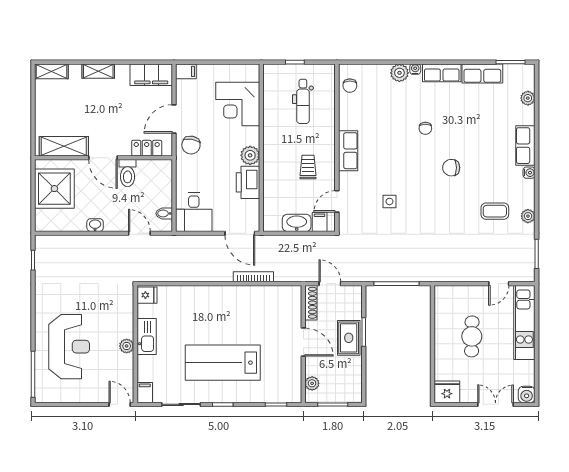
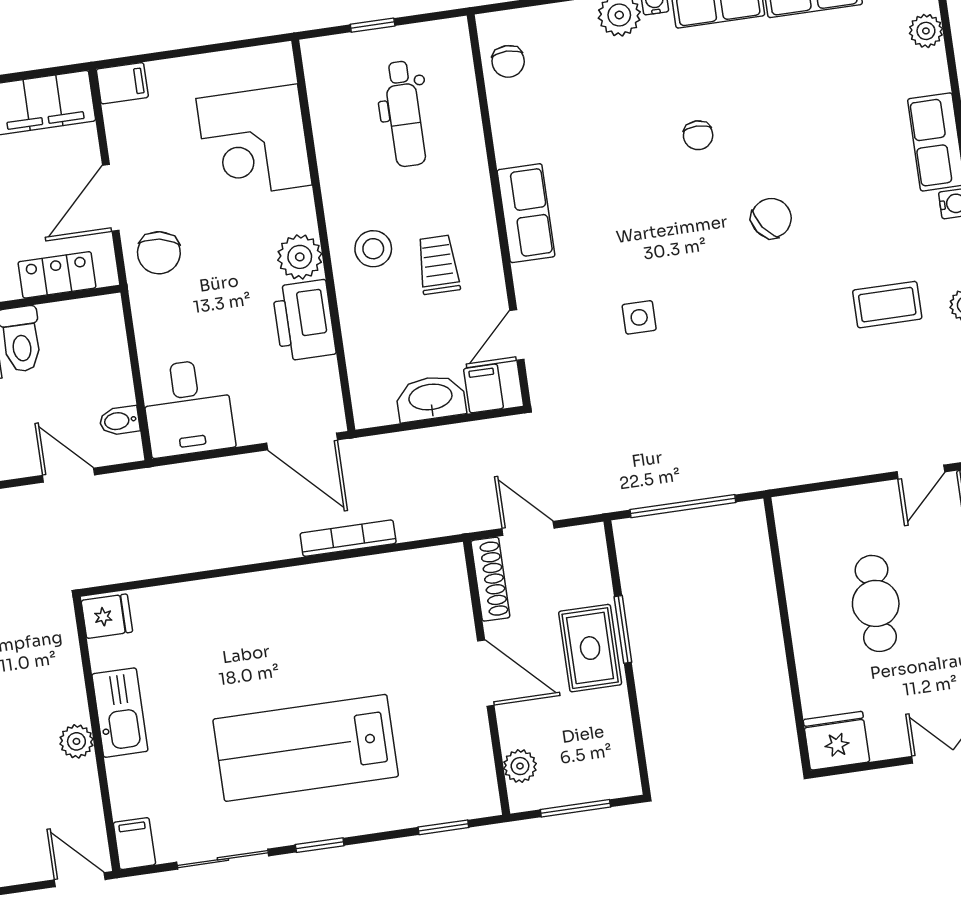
stool: (282, 156) -> (373, 249), added
chair: (451, 168) -> (771, 218), turned 144

